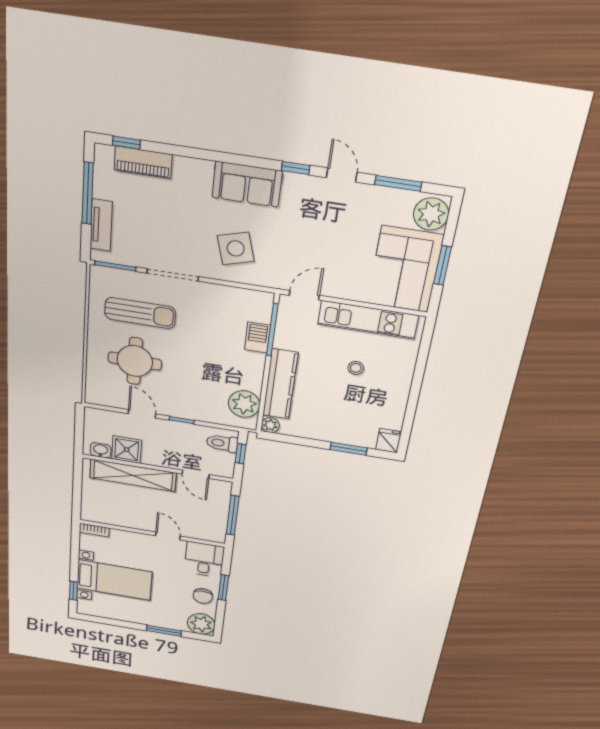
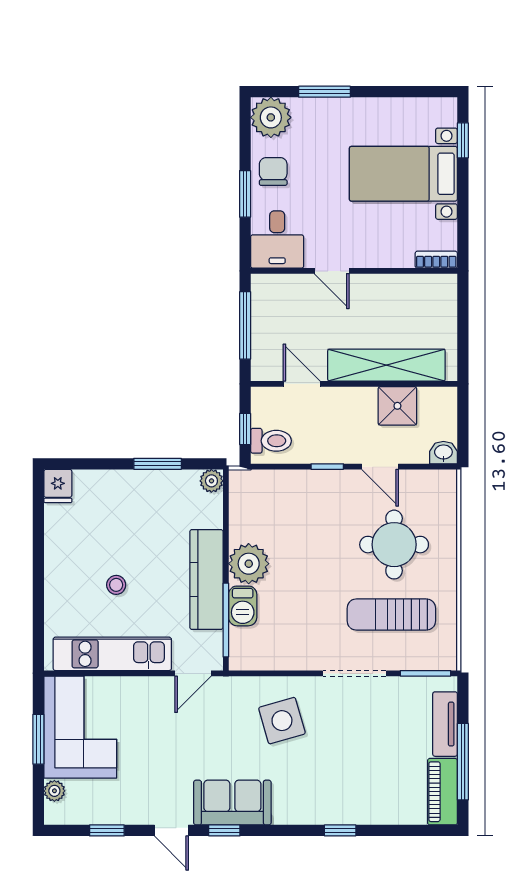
window: (126, 143) -> (340, 830), moved
piano: (143, 162) -> (442, 792), moved, turned -90
window: (398, 183) -> (107, 830), width x0.67
sofa: (247, 184) -> (232, 803), moved
plant: (431, 214) -> (54, 791), width x0.53, depth x0.53
kitchen counter: (280, 384) -> (206, 579), moved
plant: (244, 404) -> (249, 564), moved
window: (349, 449) -> (158, 464), moved
washbasin: (101, 450) -> (443, 453), moved, turned 180

